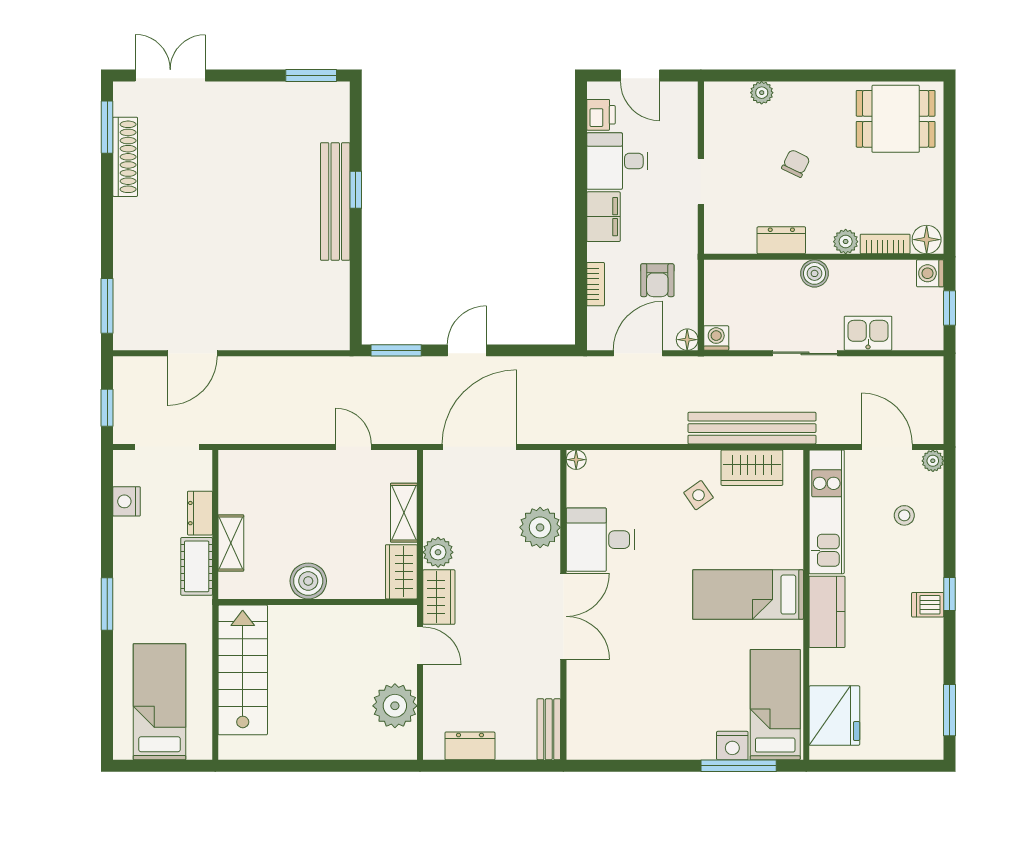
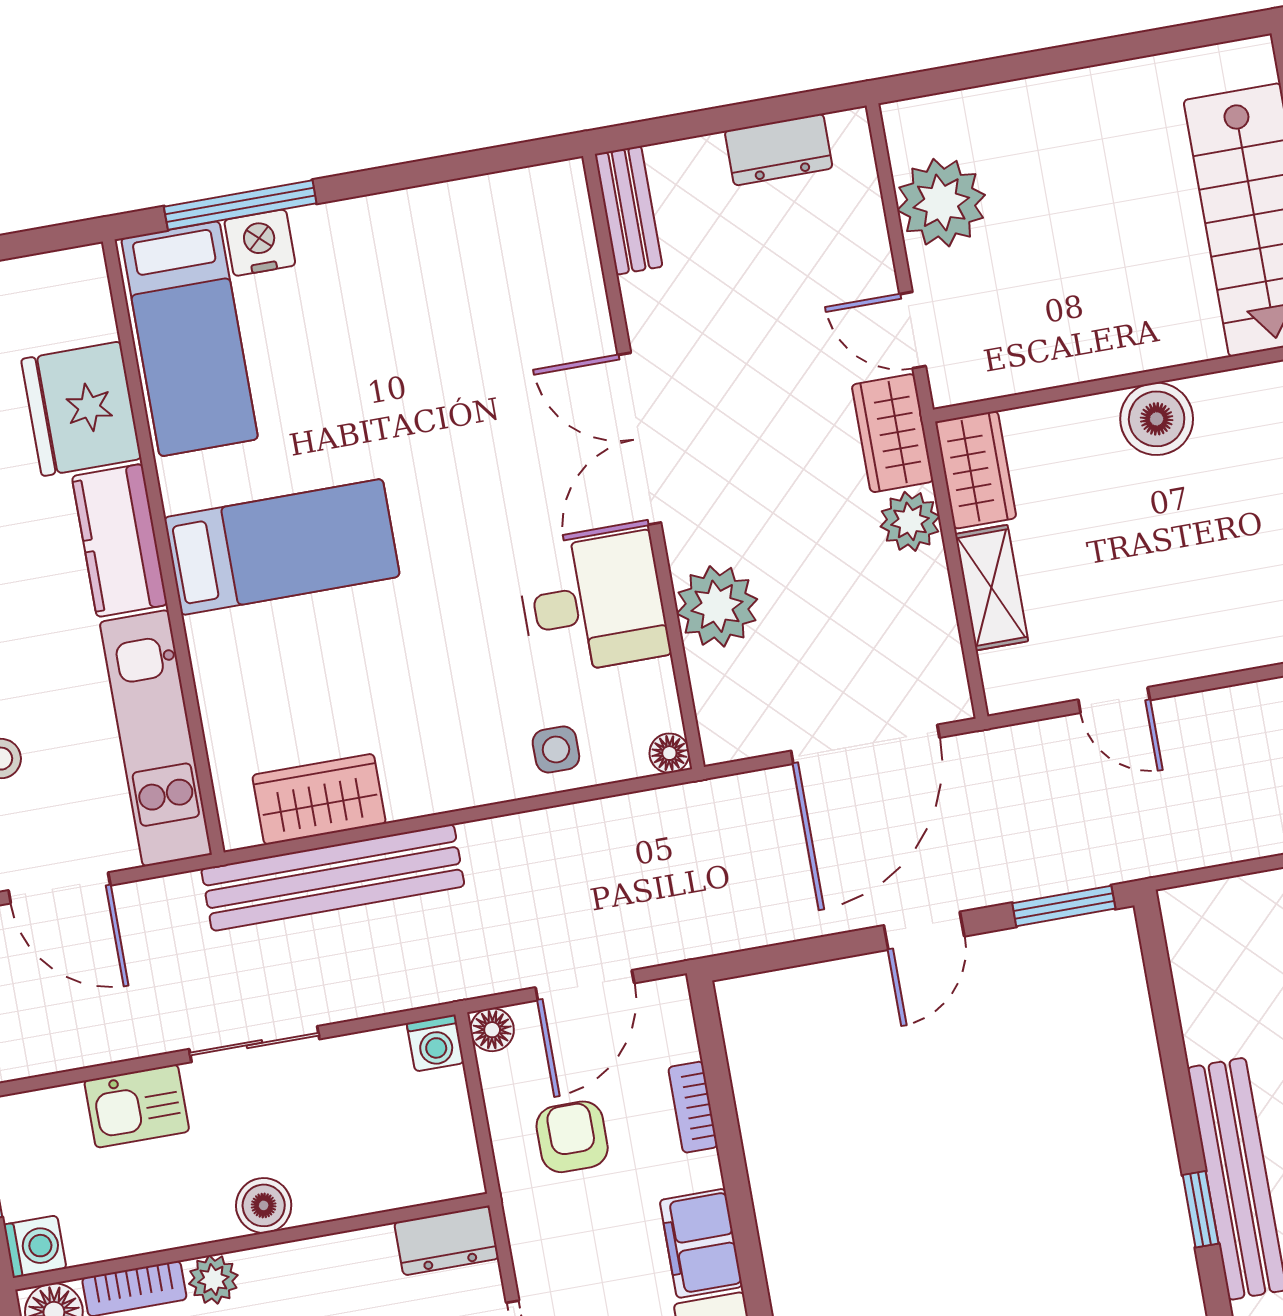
dresser: (781, 240) -> (447, 1241), moved
side table: (699, 495) -> (556, 749), moved, turned 35
fridge: (834, 716) -> (81, 409), moved

